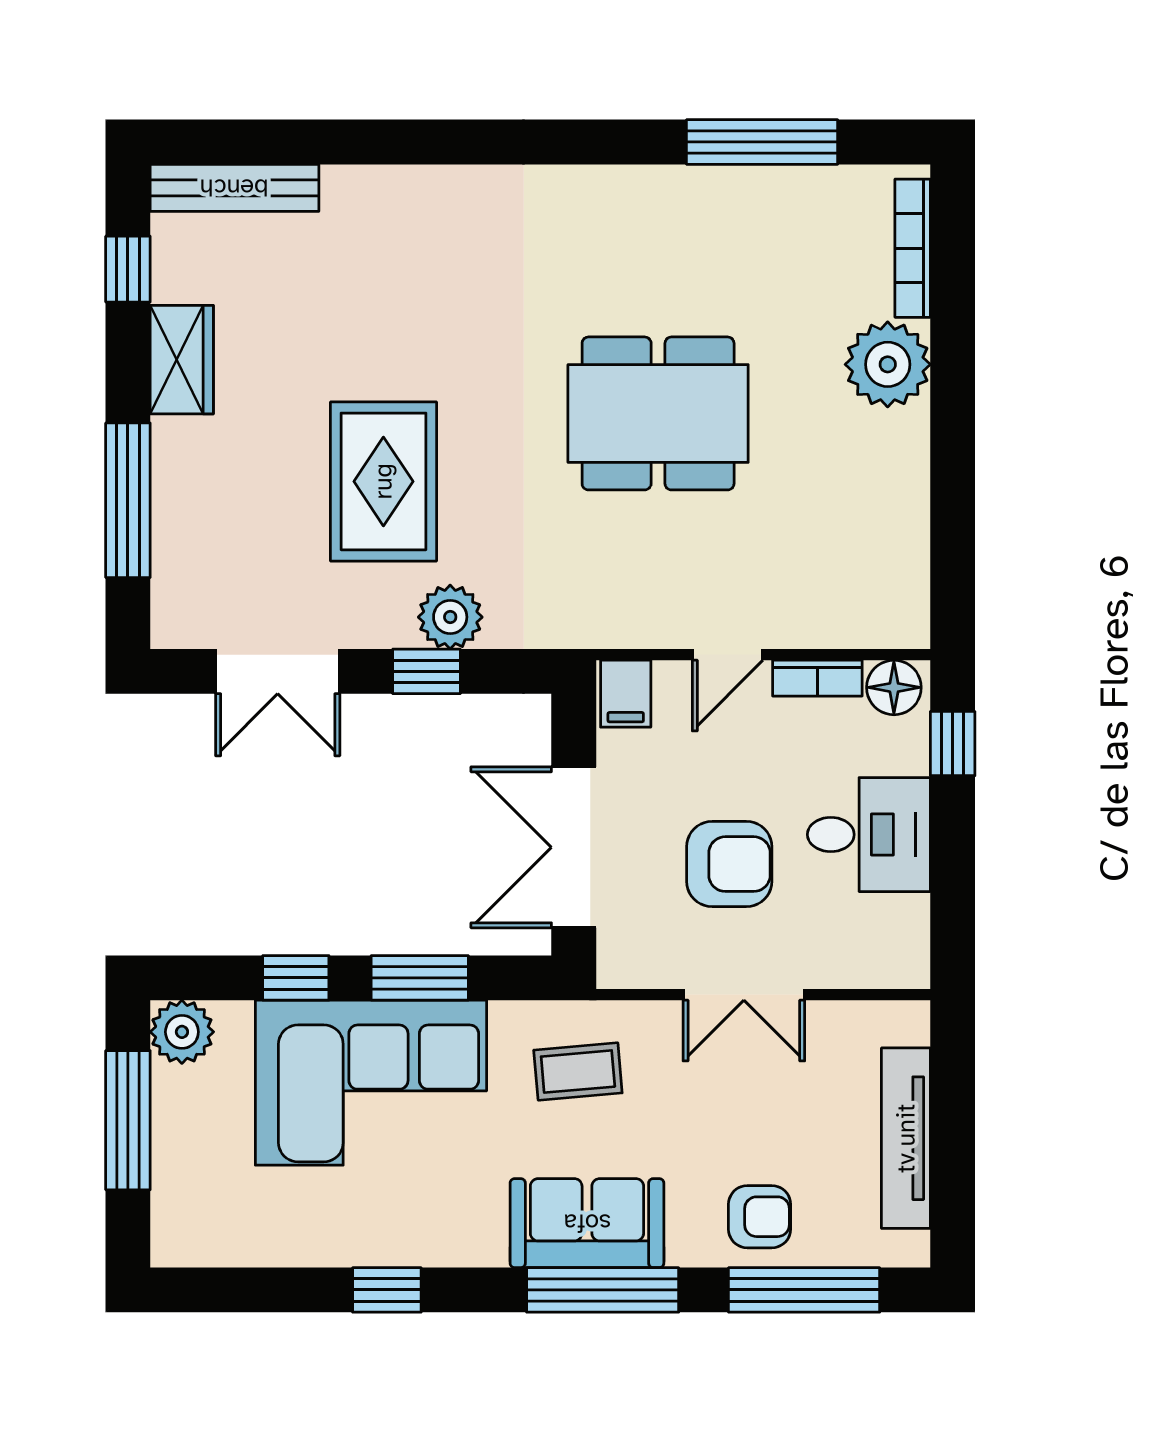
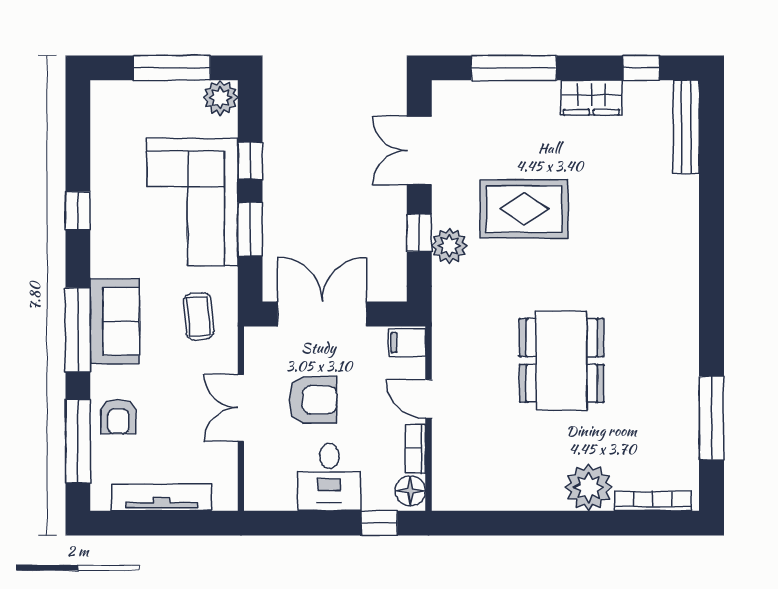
armchair: (729, 864) -> (313, 400), turned -90

